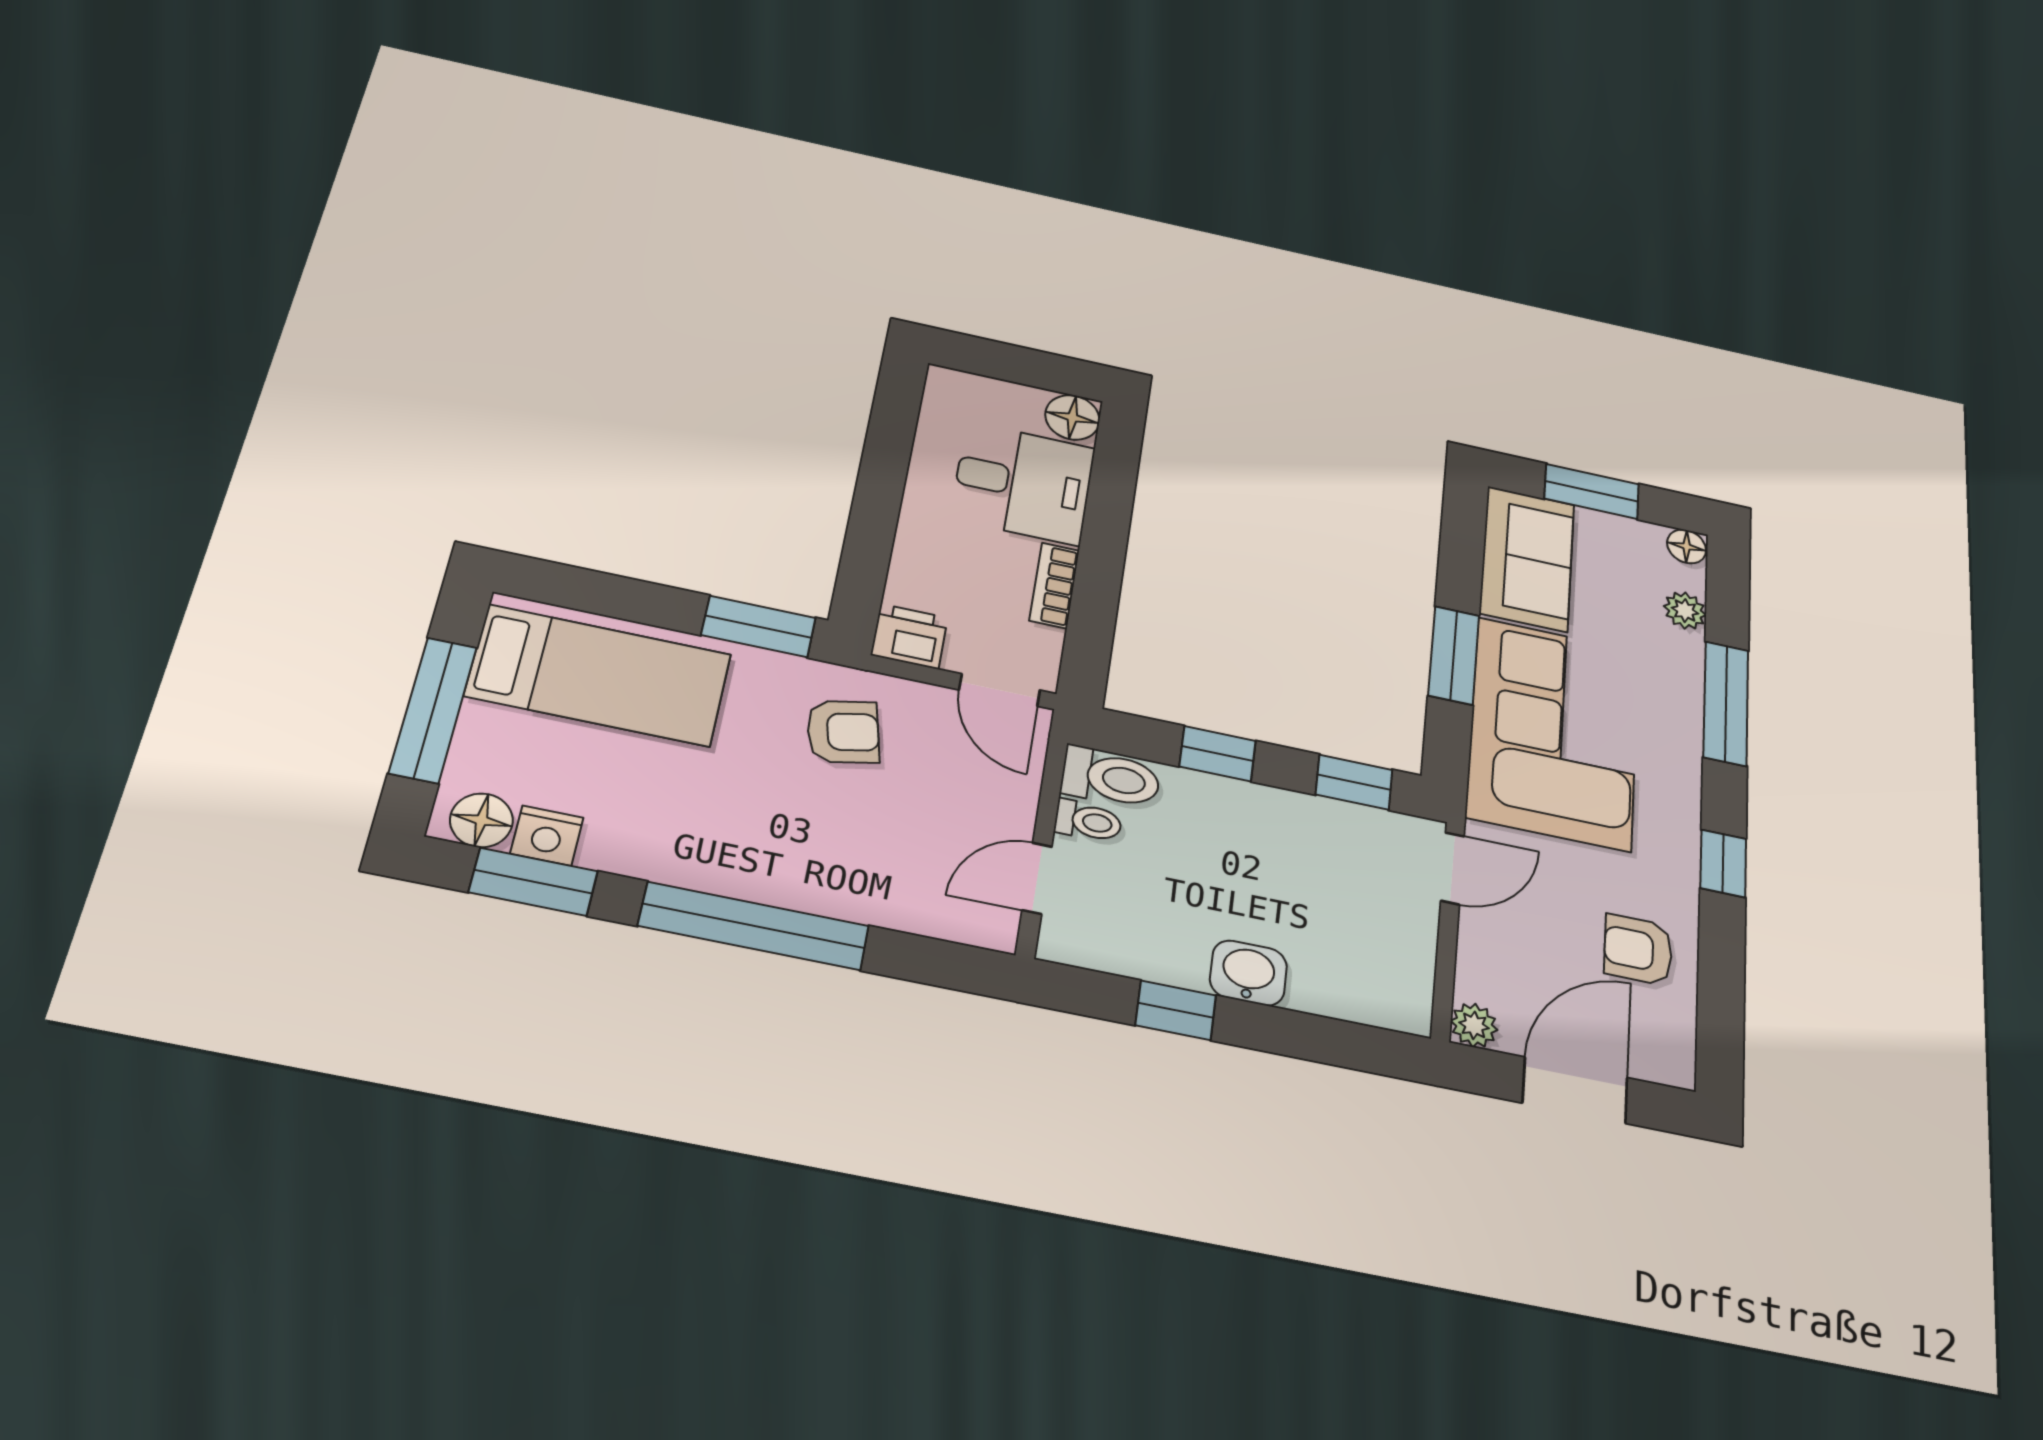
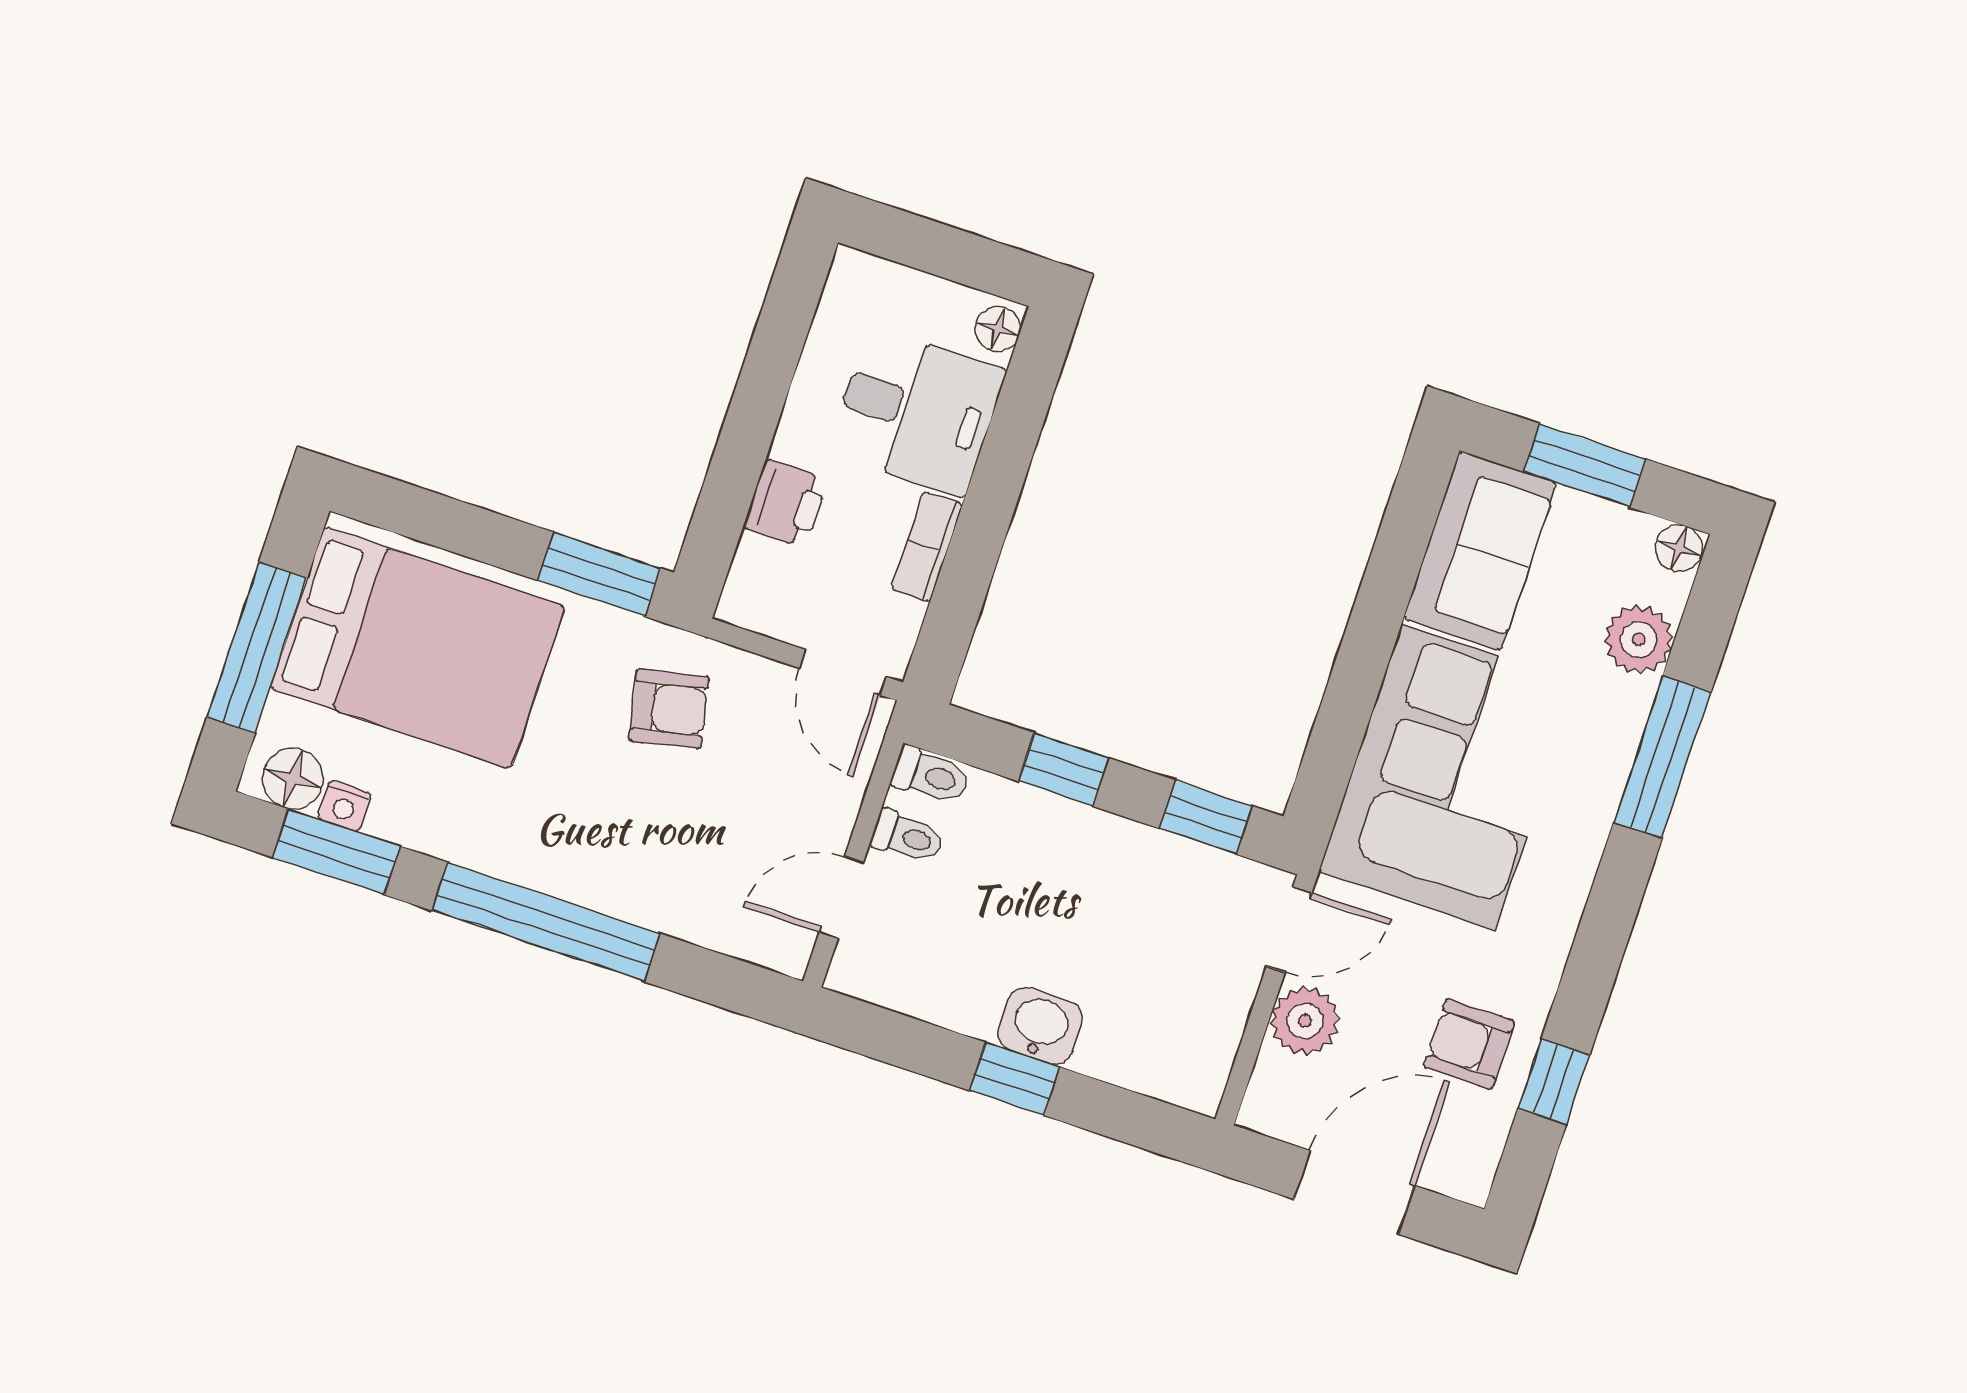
floor lamp: (1072, 417) -> (998, 329), width x0.73, depth x0.73
plant: (1685, 611) -> (1639, 639), width x1.38, depth x1.38
printer: (909, 636) -> (786, 503), moved, turned 90
window: (1454, 655) -> (1359, 670), removed
bed: (599, 675) -> (418, 648), width x1.50
toilet: (1111, 778) -> (931, 776), width x0.73, depth x0.72
nightstand: (547, 836) -> (344, 806), width x0.72, depth x0.74
window: (1723, 863) -> (1554, 1082), moved
window: (1176, 1010) -> (1015, 1079), moved
plant: (1474, 1025) -> (1305, 1021), moved, width x1.38, depth x1.38

